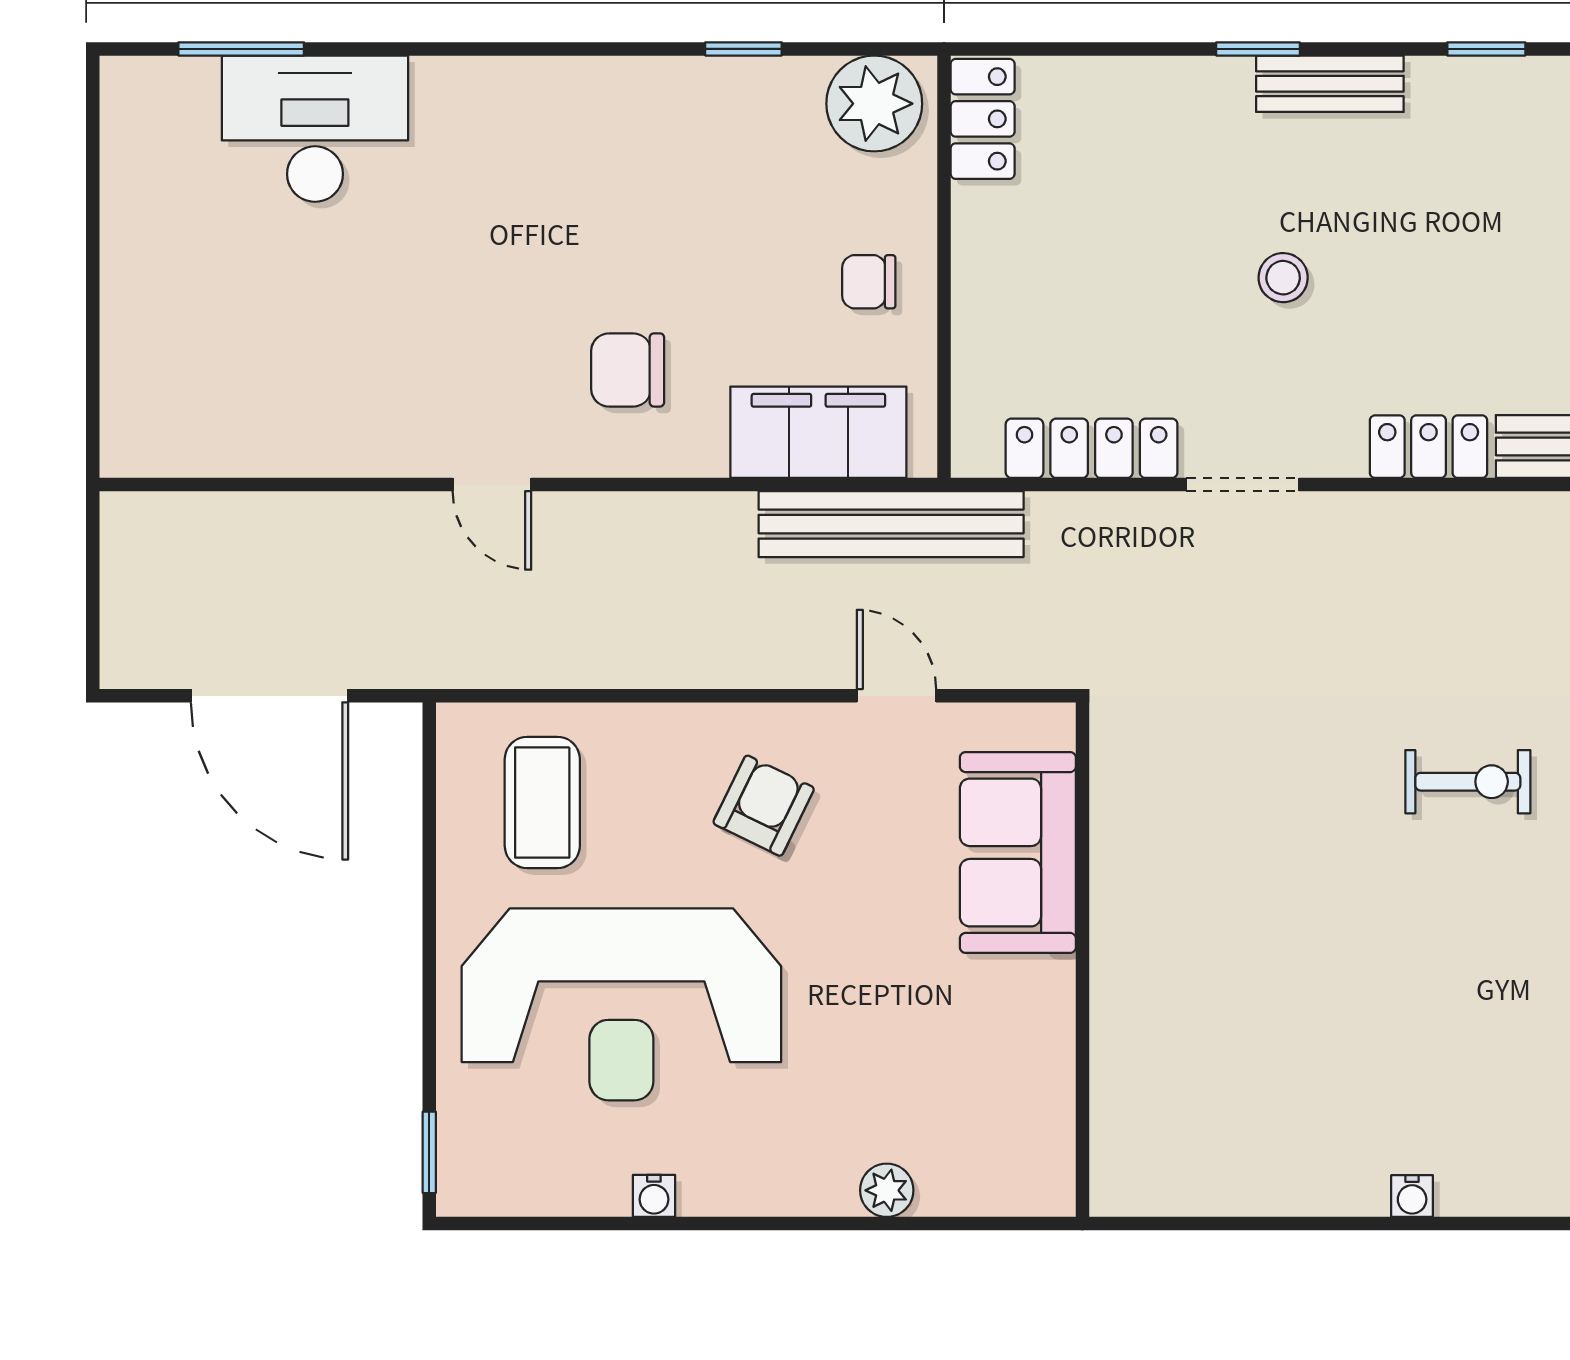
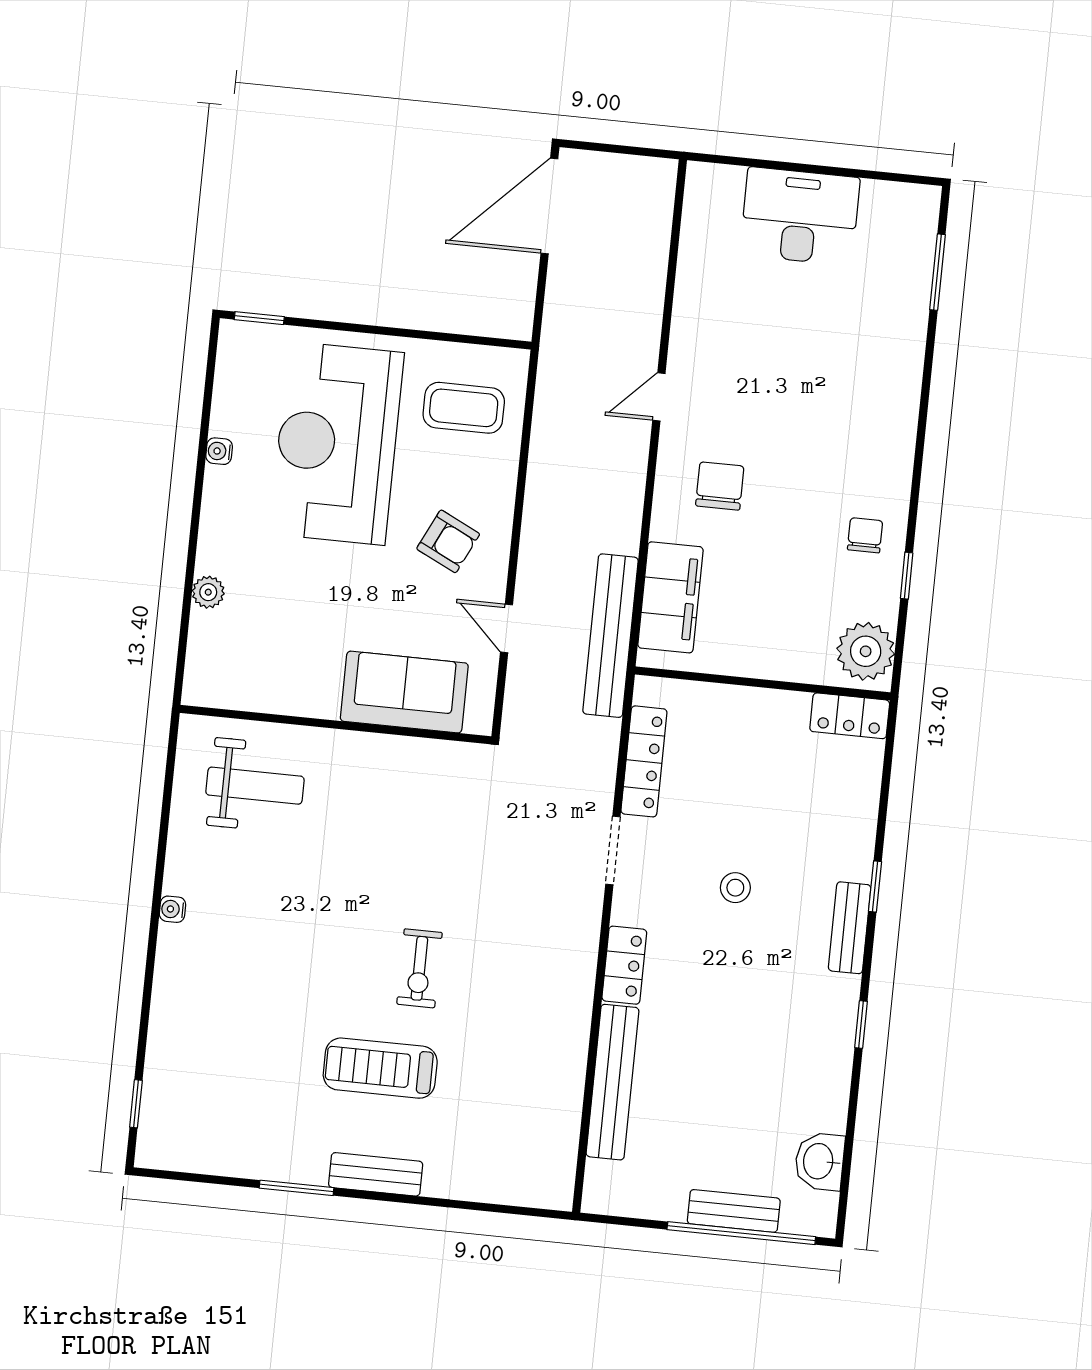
desk: (315, 129) -> (800, 216), moved, turned -90
chair: (869, 282) -> (865, 535), moved
door: (270, 696) -> (549, 206), moved
door: (897, 696) -> (506, 628), swing flipped
weight bench: (1196, 1081) -> (255, 786), added

